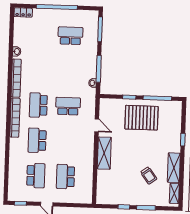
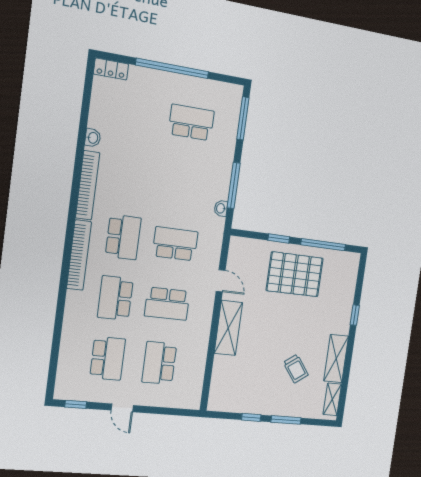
school desk: (38, 105) -> (123, 237), turned 180
school desk: (67, 141) -> (167, 304), added

